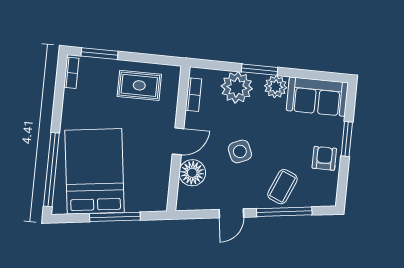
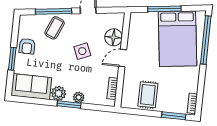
rug: (139, 85) -> (148, 95), turned 90
plant: (237, 87) -> (79, 97), width x0.53, depth x0.53

